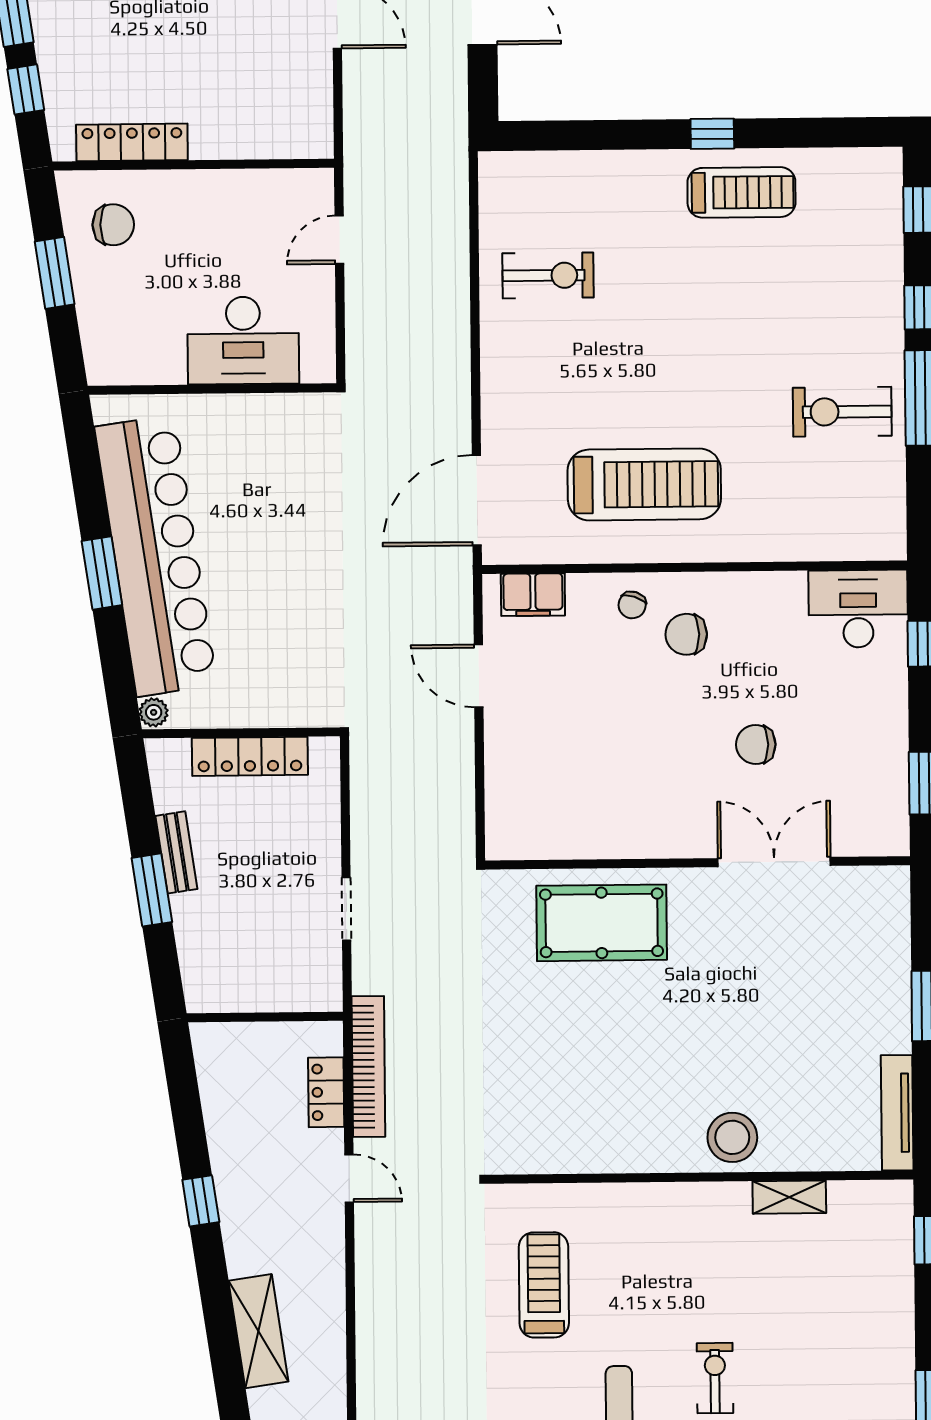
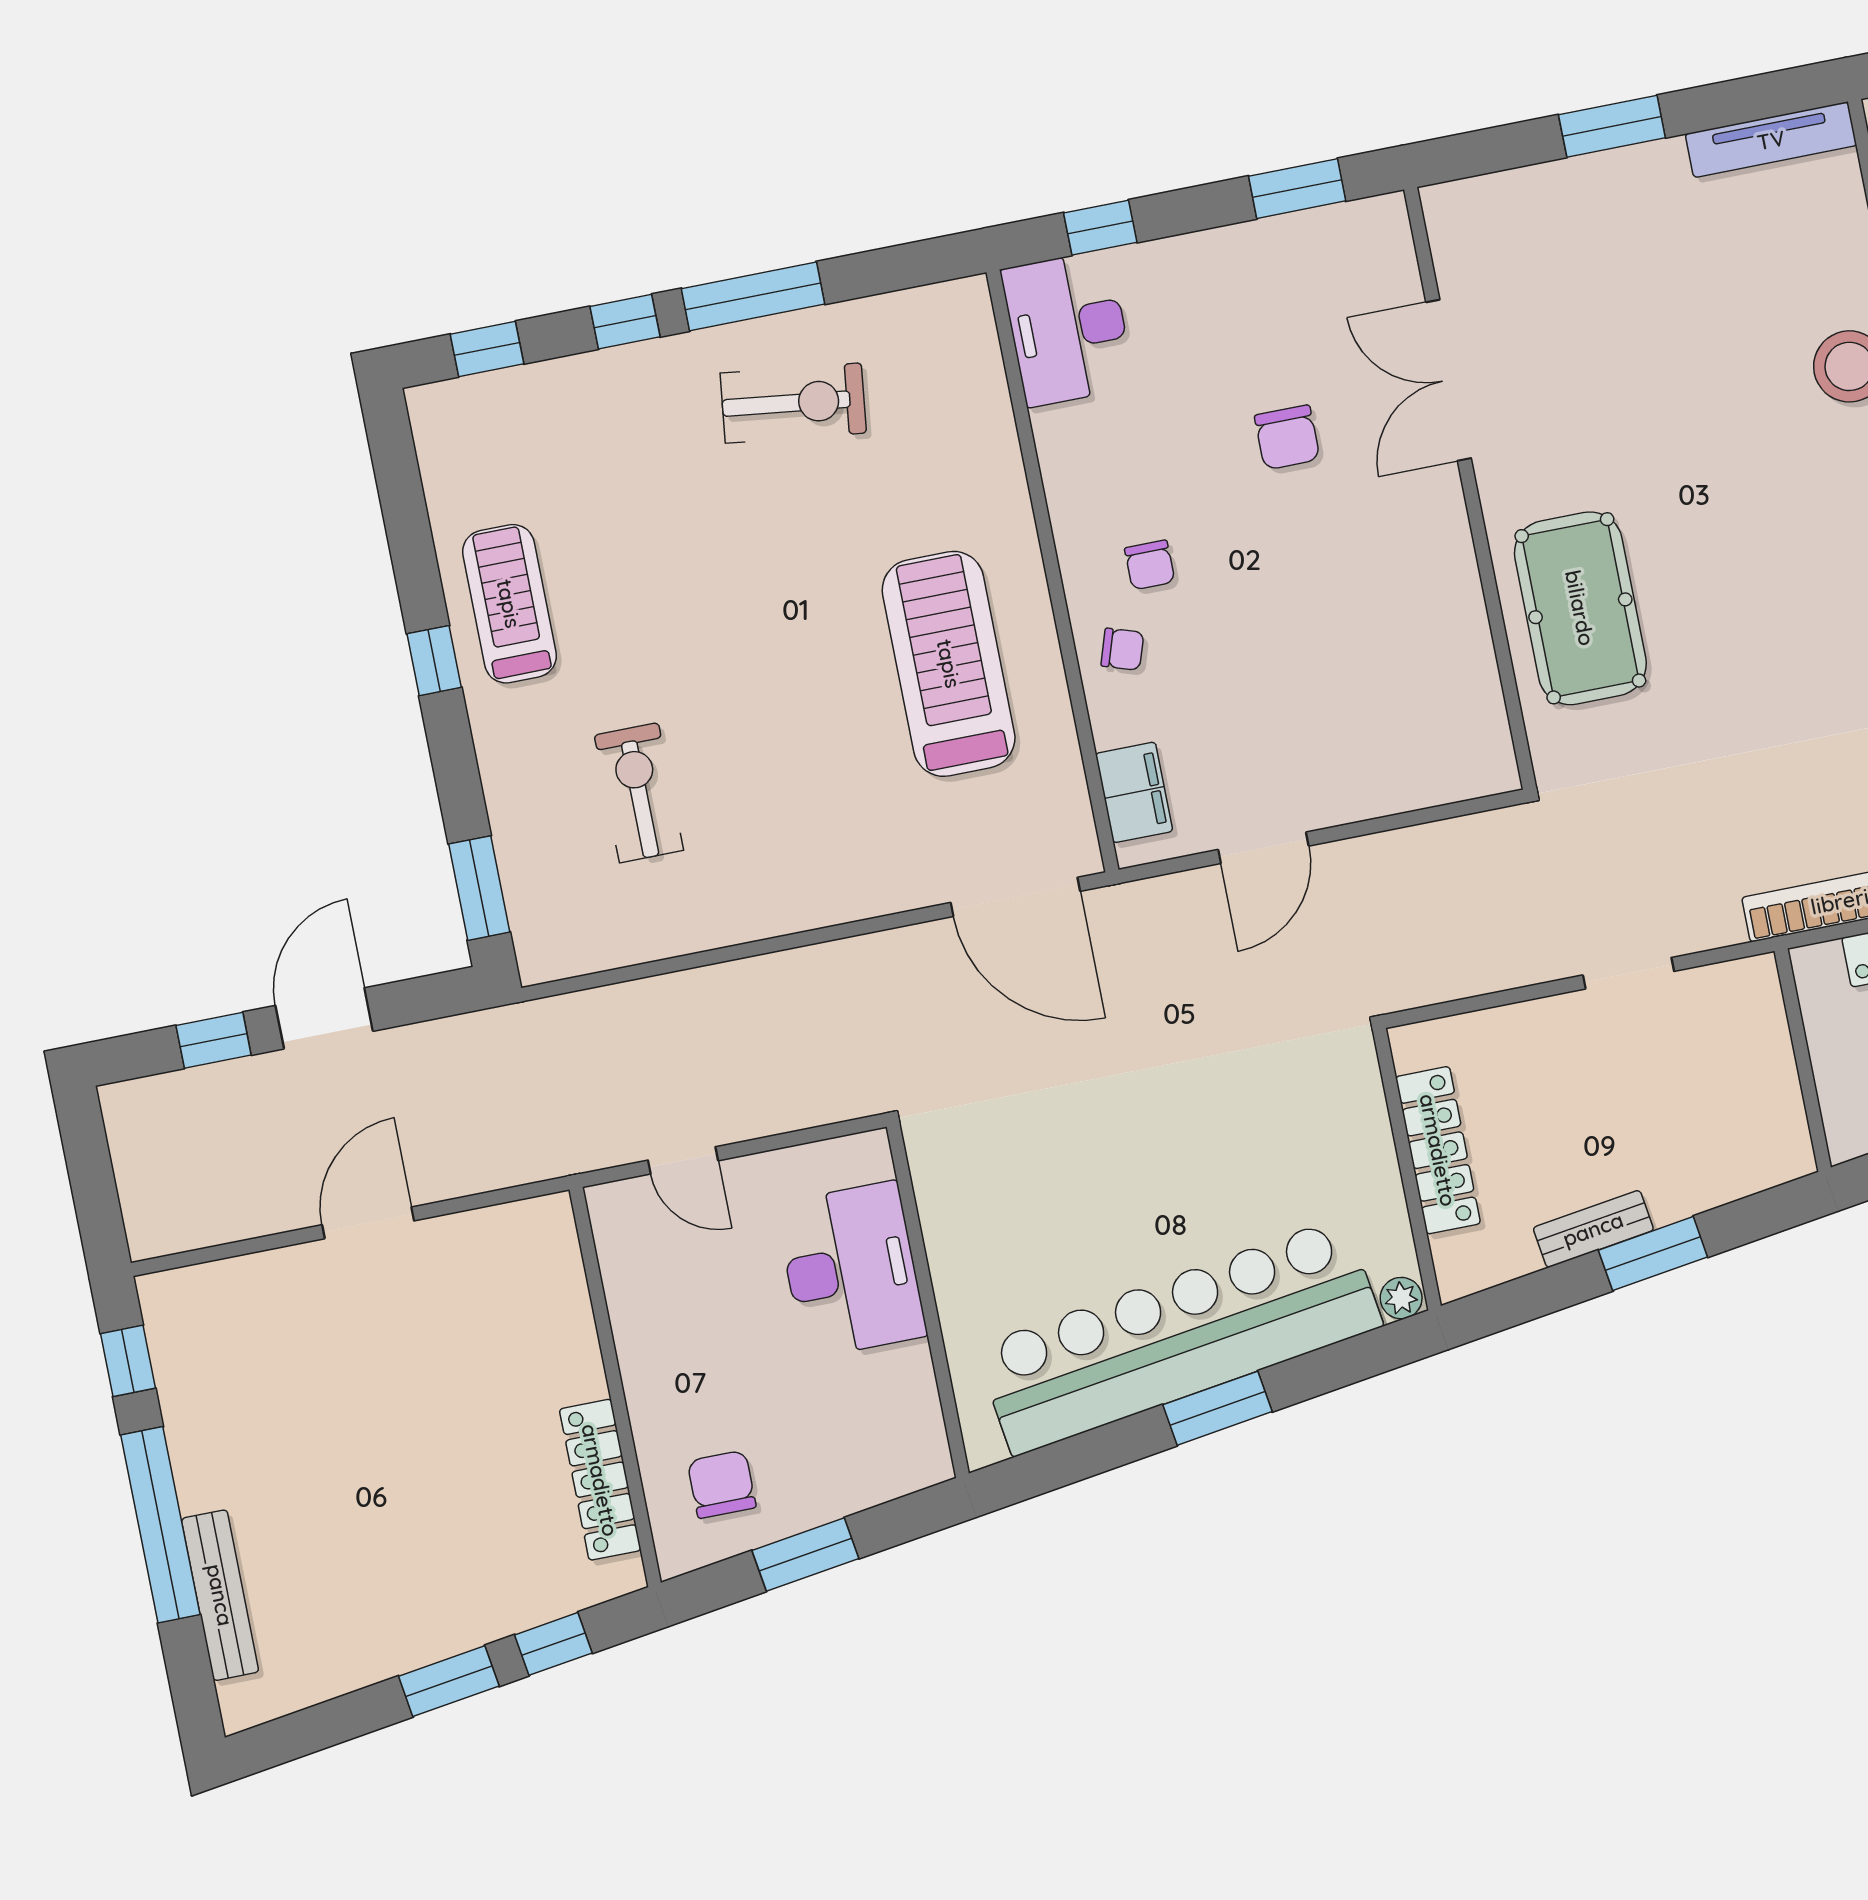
window: (551, 135) -> (479, 888), added
exercise bike: (548, 275) -> (639, 793), moved
exercise bike: (842, 412) -> (793, 403), turned -83
chair: (686, 634) -> (1150, 565), width x0.73, depth x0.73

